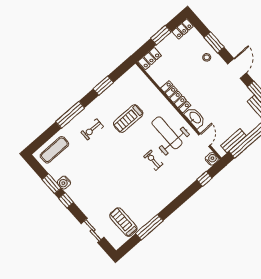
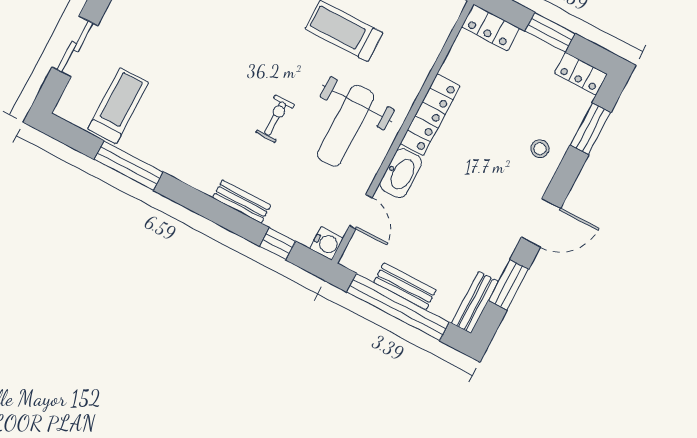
window: (214, 42) -> (590, 129), moved
weight bench: (167, 133) -> (346, 126), turned 180
door: (204, 140) -> (361, 212), hinge flipped
bench: (233, 141) -> (405, 286), moved
bench: (182, 187) -> (242, 201), added

